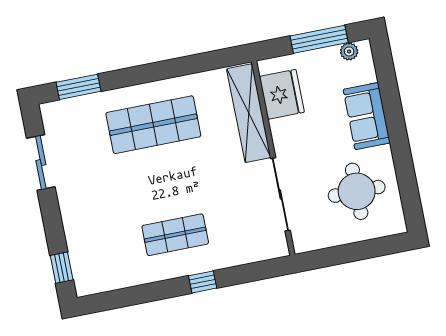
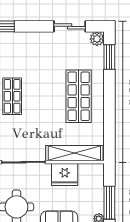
fridge: (282, 94) -> (65, 175), moved
plant: (52, 113) -> (97, 39), added

